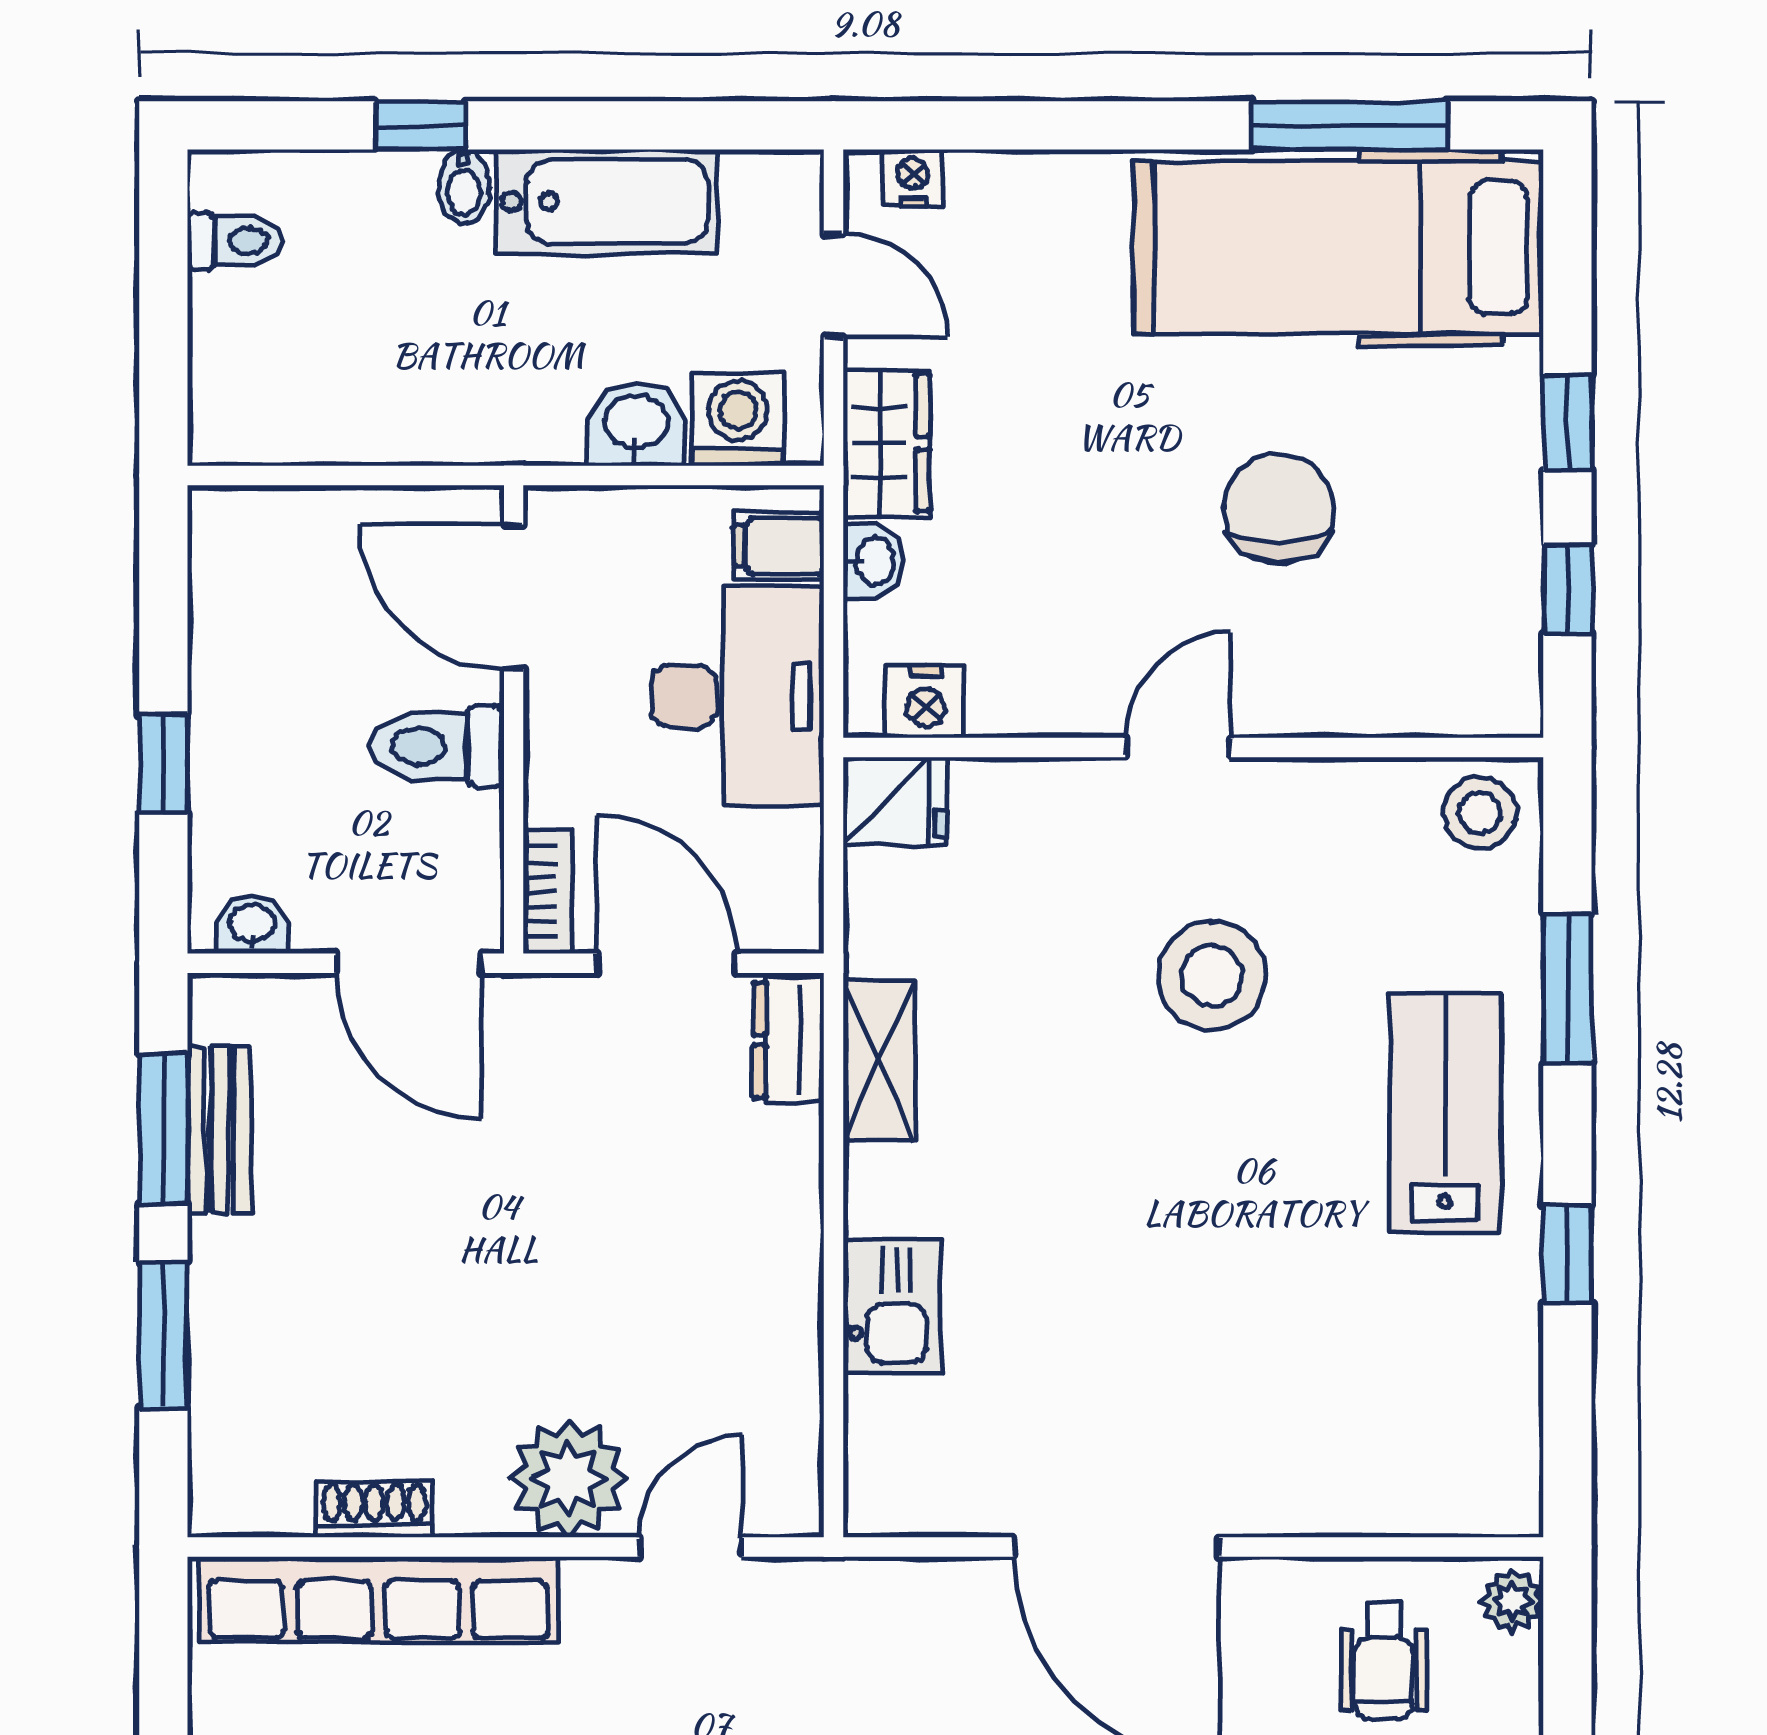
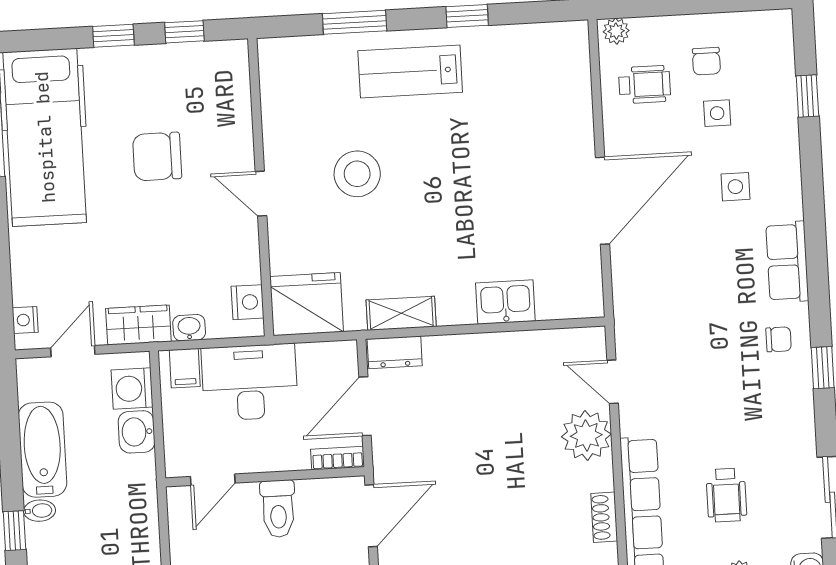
door: (514, 597) -> (213, 480), width x0.73
fridge: (895, 801) -> (307, 304), width x1.88, depth x1.34
stool: (1480, 813) -> (282, 64), removed

